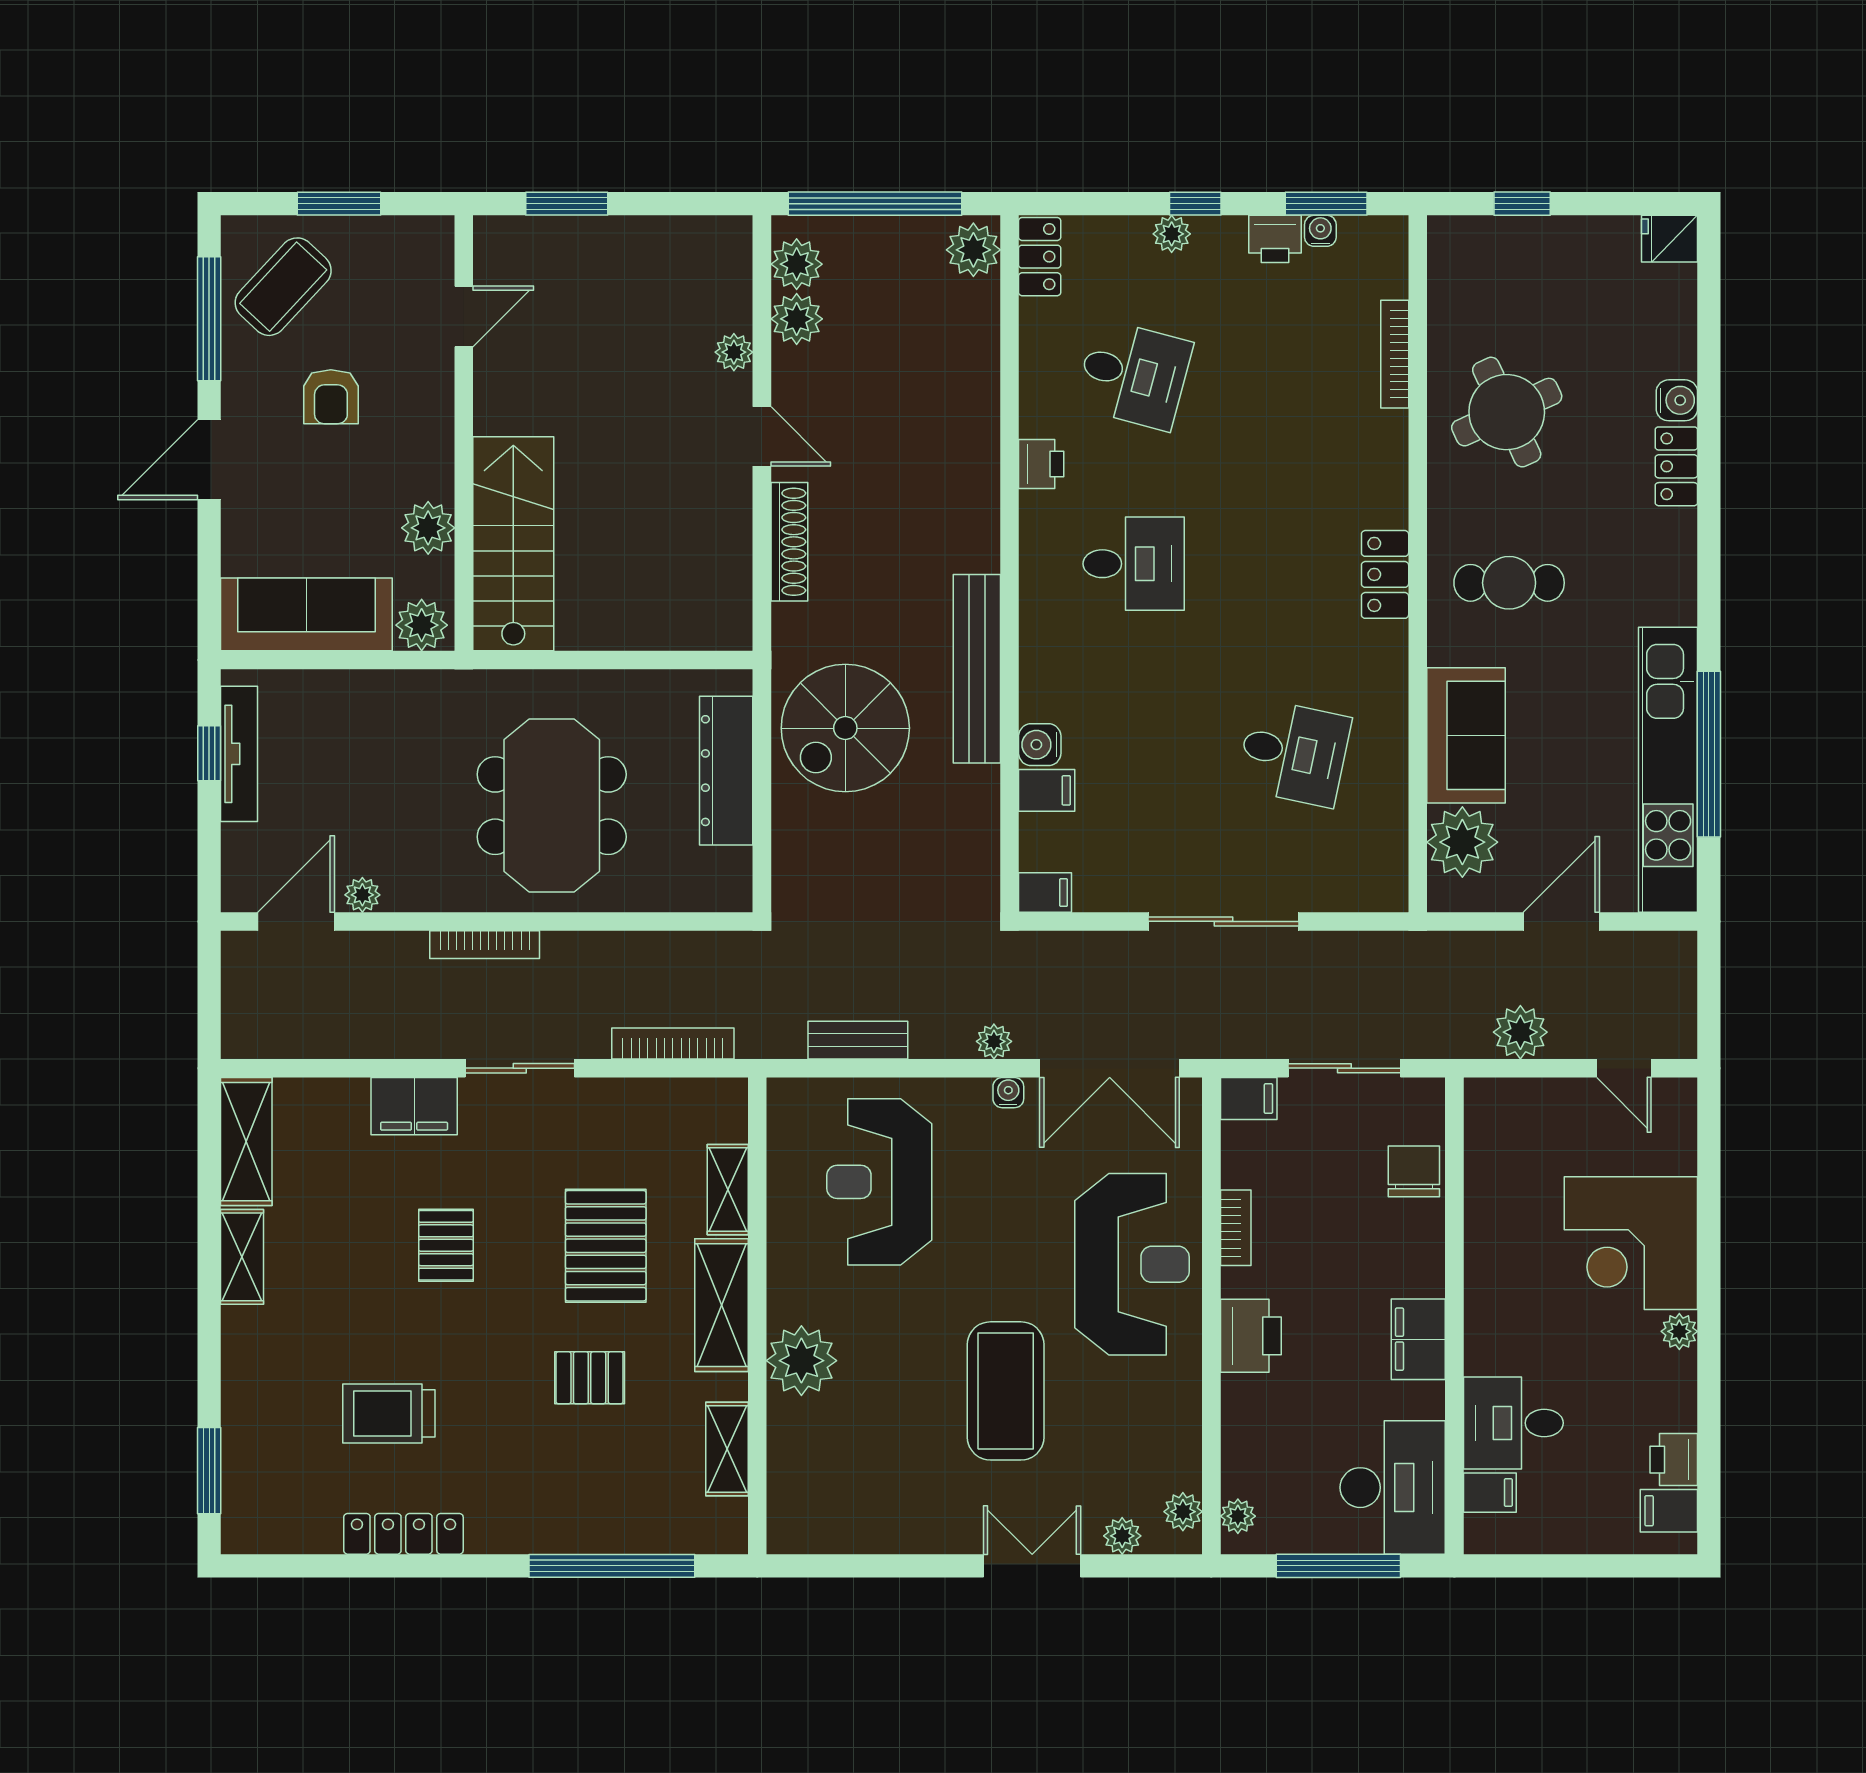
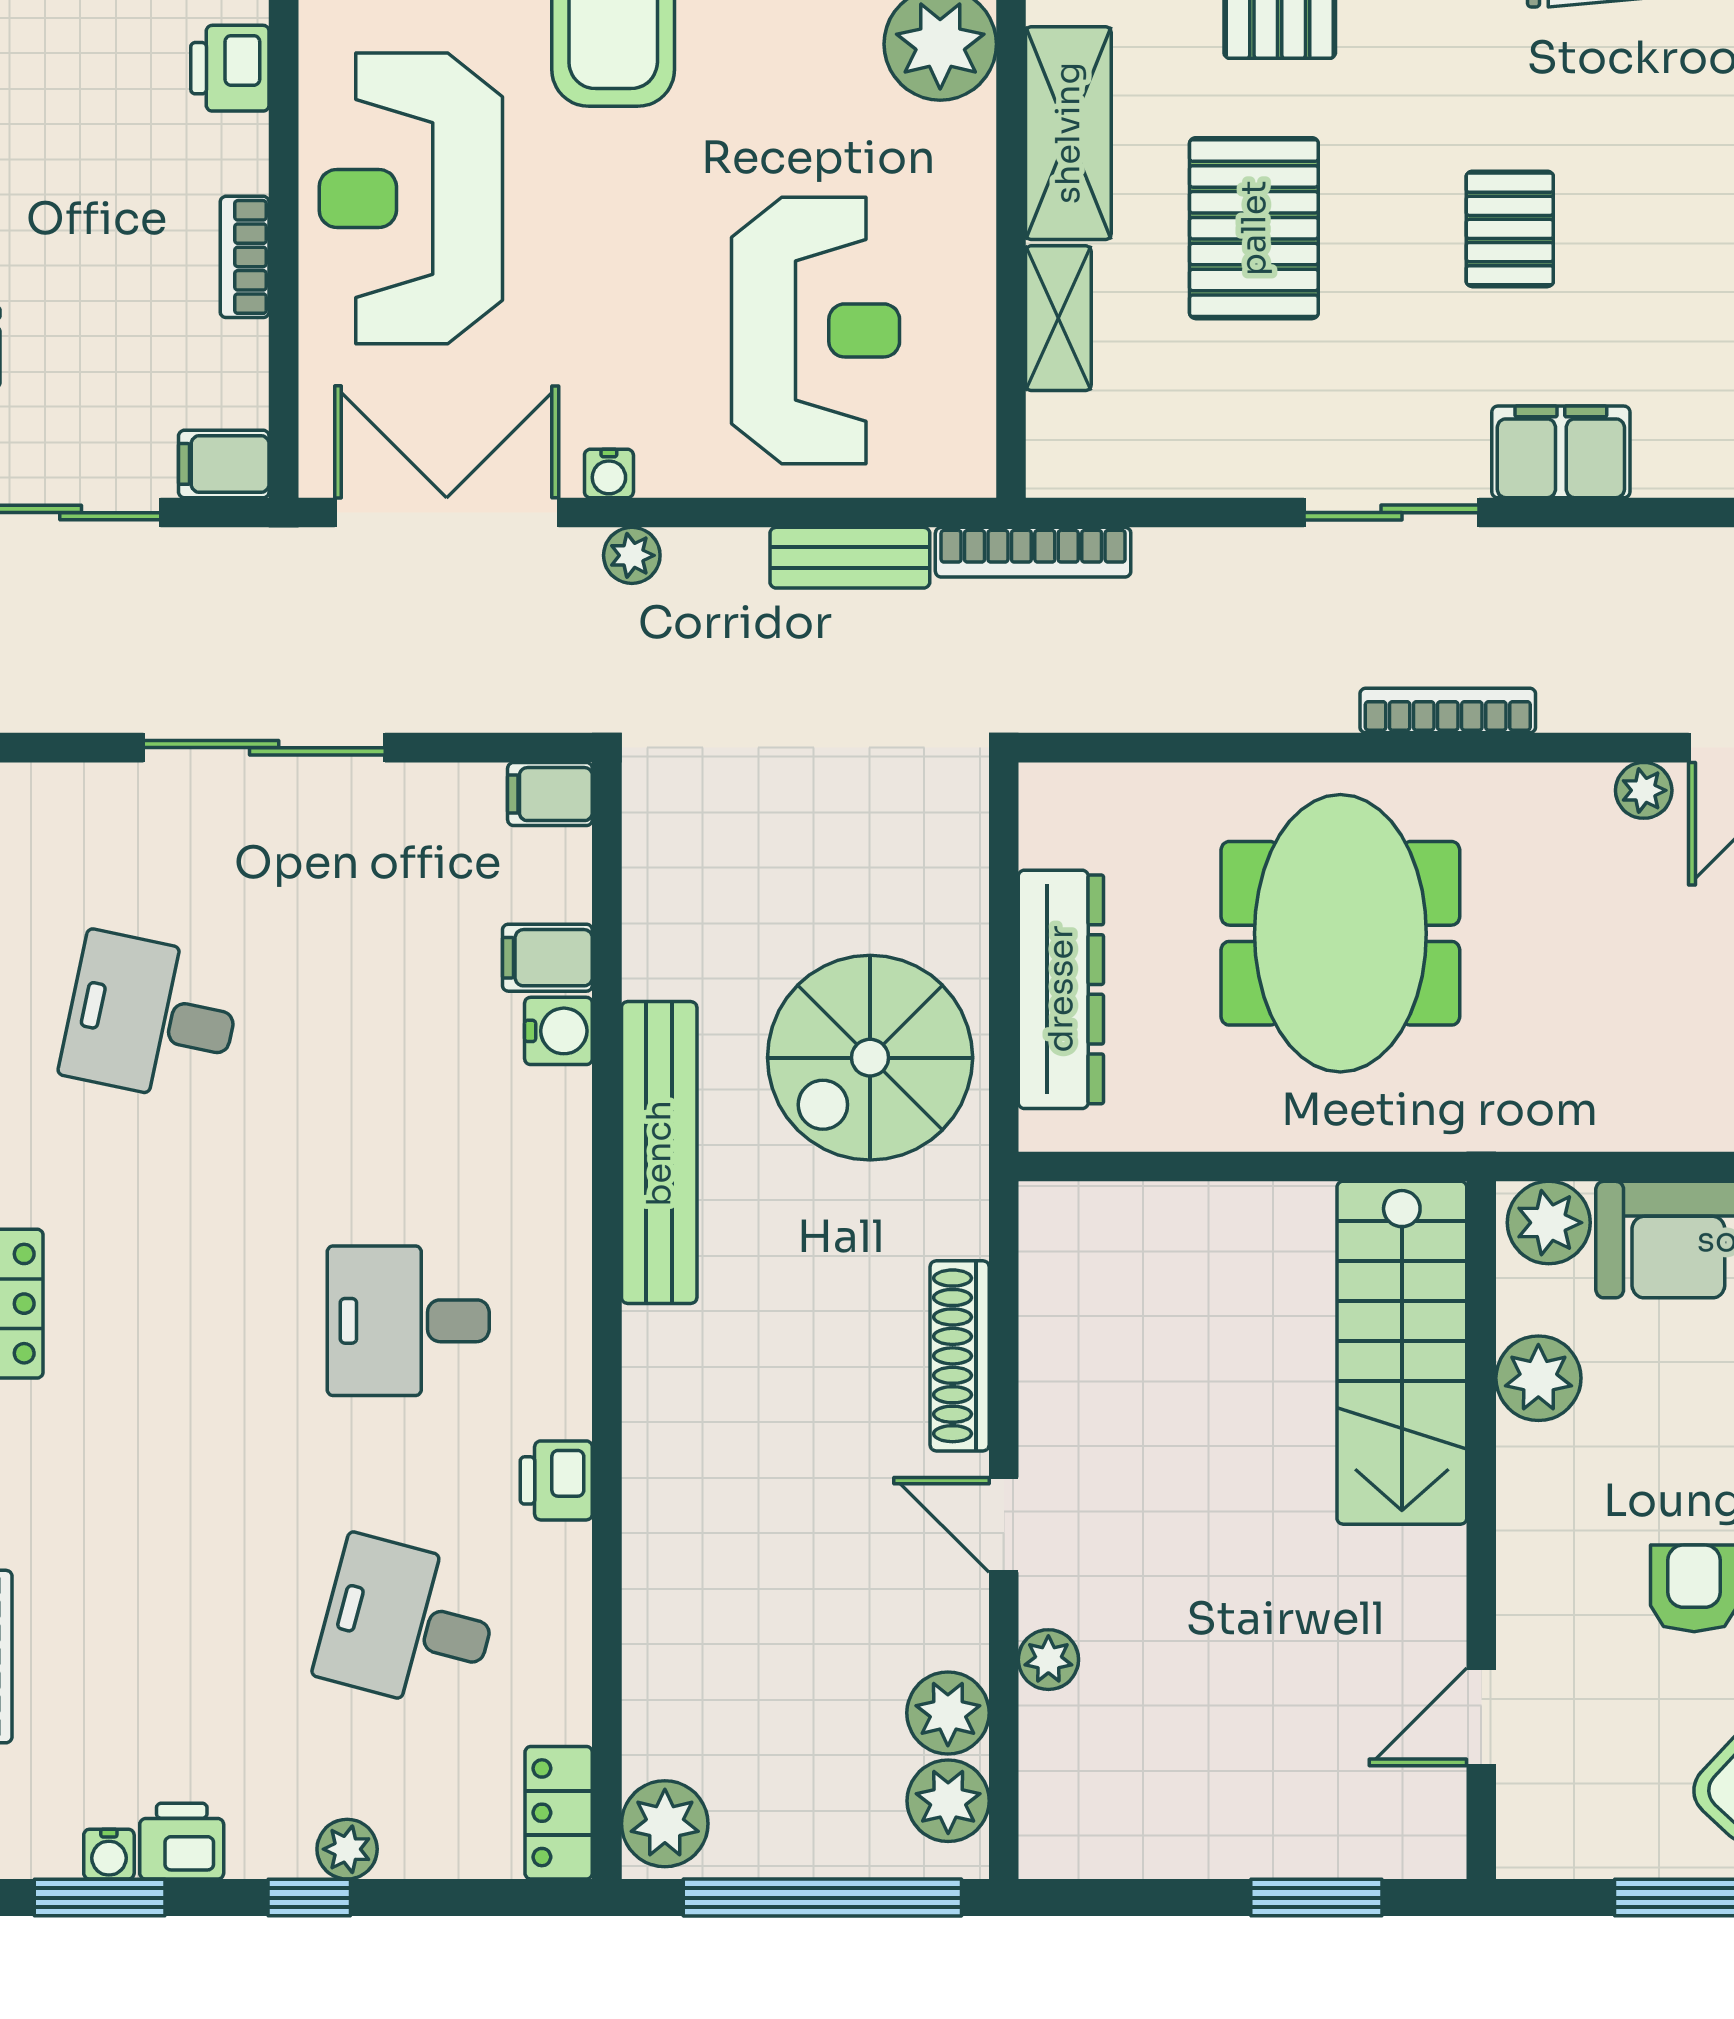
spiral stairs: (845, 728) -> (870, 1058), turned 180
bookcase: (673, 1043) -> (1033, 552), moved
printer: (1251, 1336) -> (230, 68), width x0.73, depth x0.81

